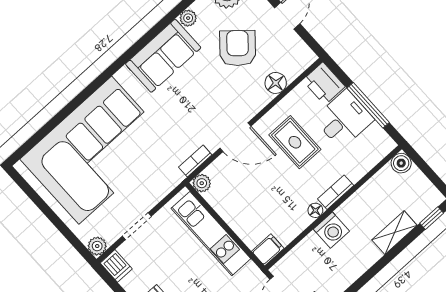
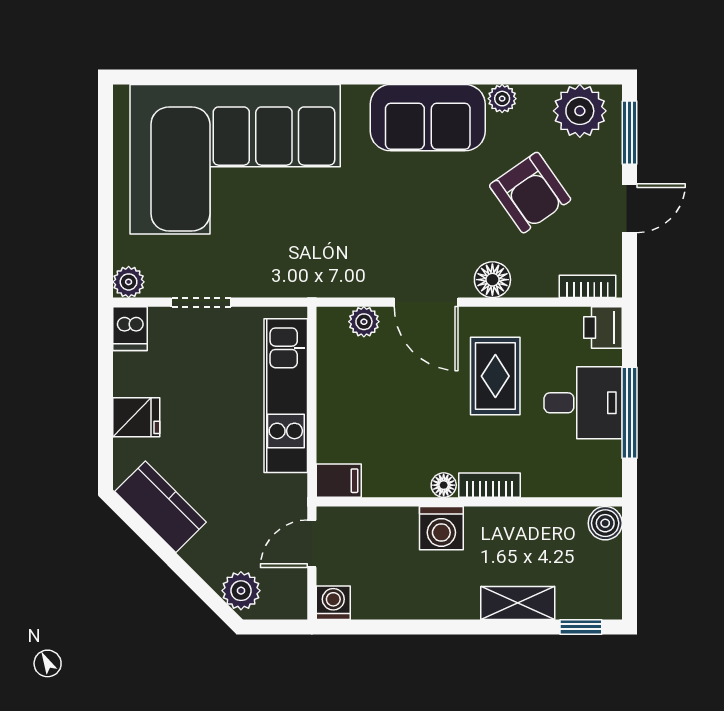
armchair: (238, 48) -> (530, 193), turned 104
floor lamp: (276, 83) -> (492, 280), moved
printer: (324, 84) -> (603, 327), width x0.73, depth x0.81
bookcase: (195, 161) -> (588, 286), moved
plant: (202, 183) -> (364, 322), moved

